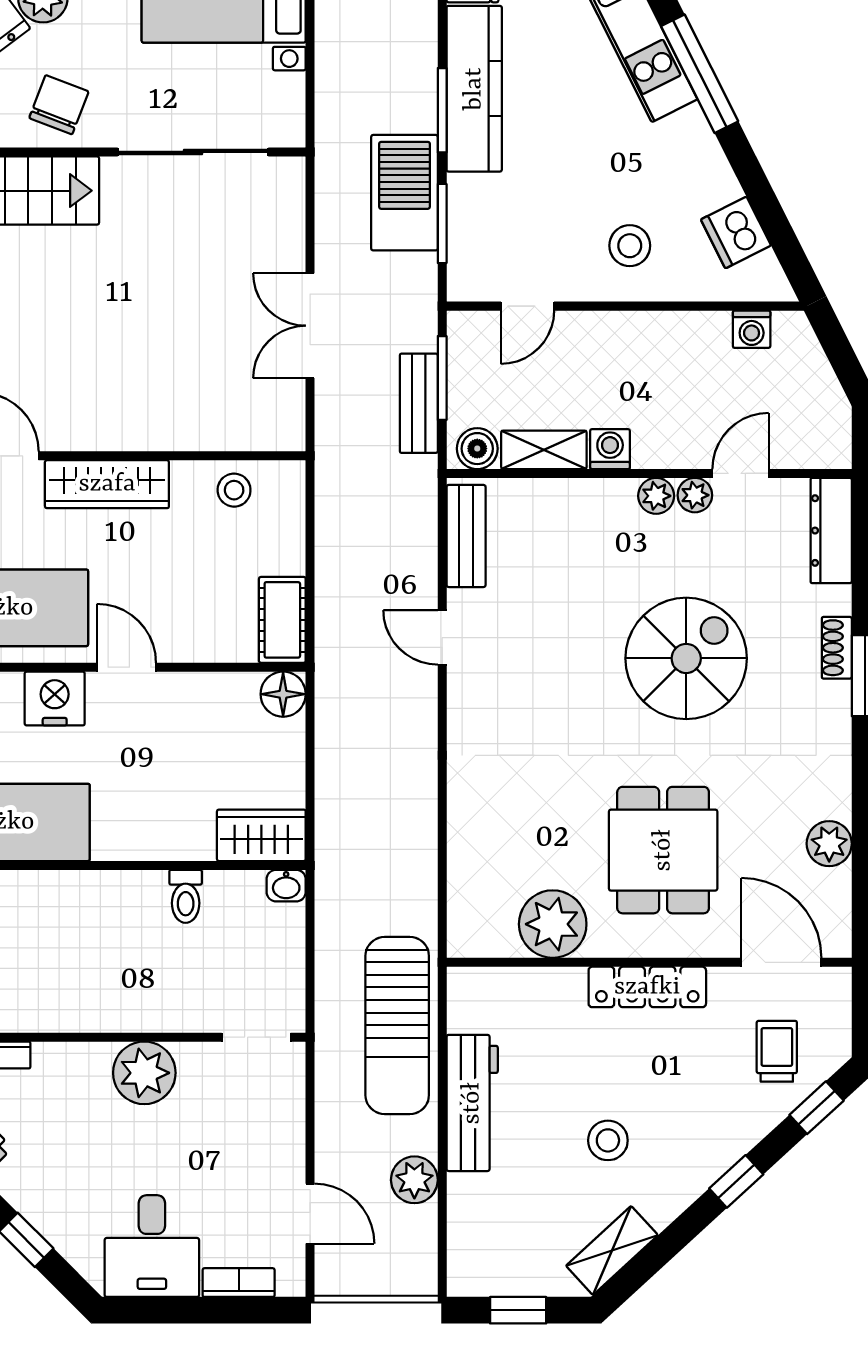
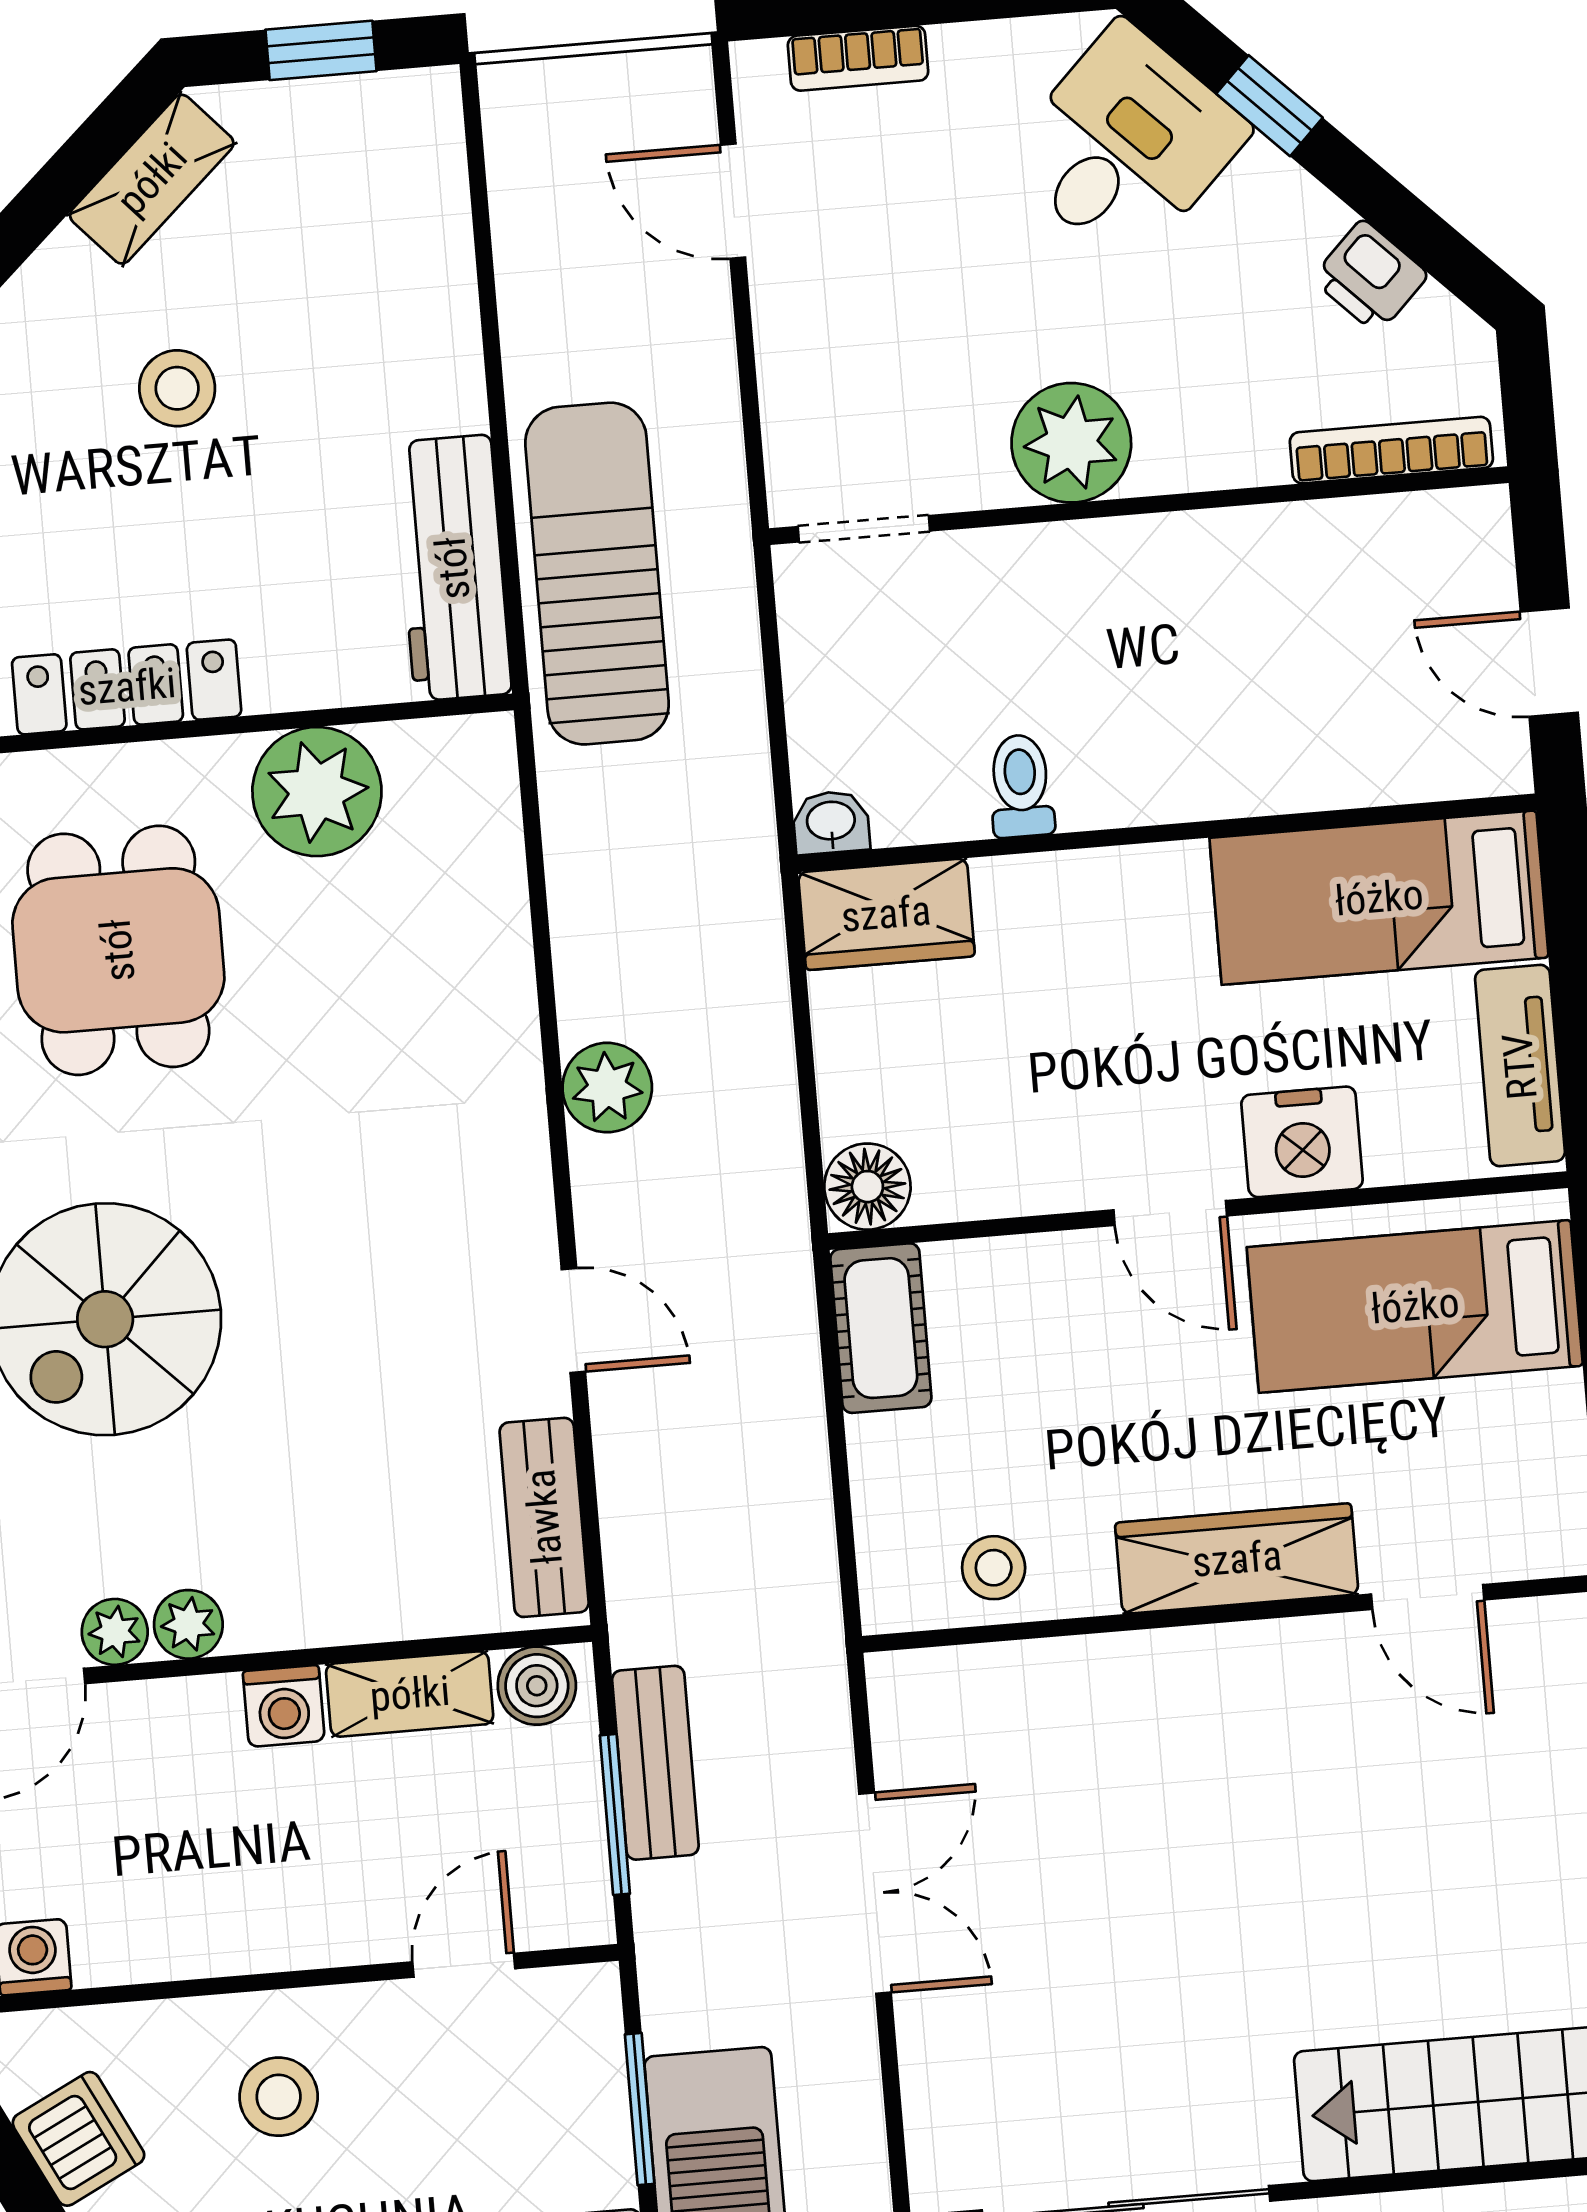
workbench: (472, 1103) -> (453, 568), moved
plant: (414, 1180) -> (607, 1088), moved
desk: (152, 1246) -> (1126, 145), moved, turned 45

